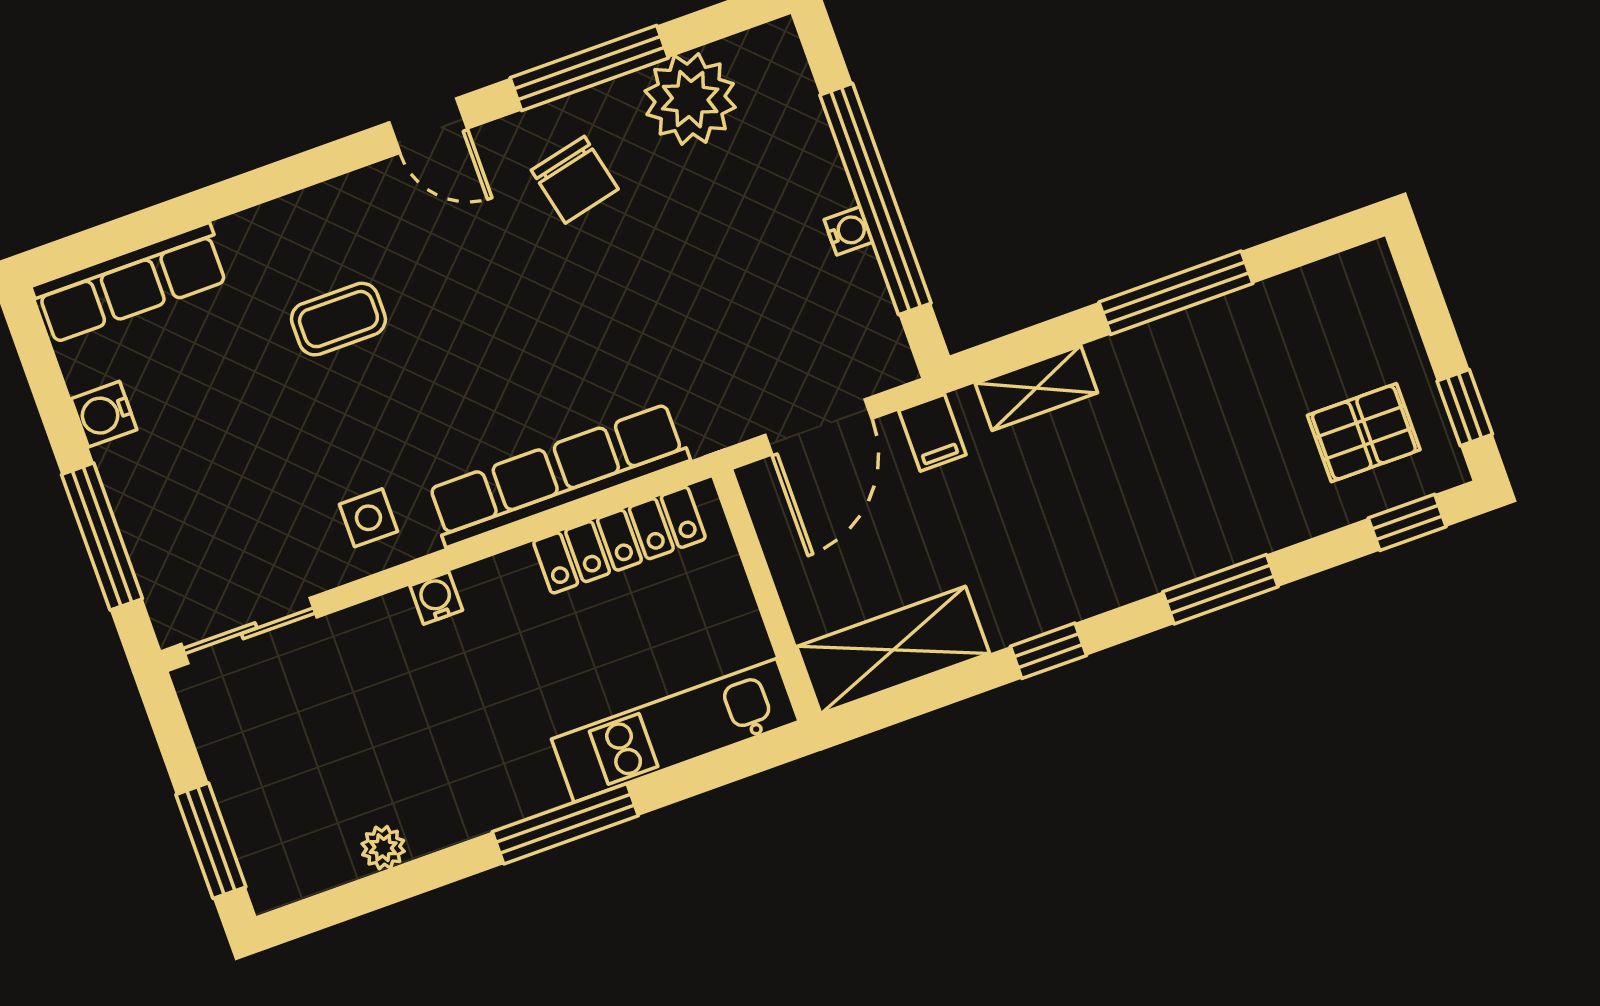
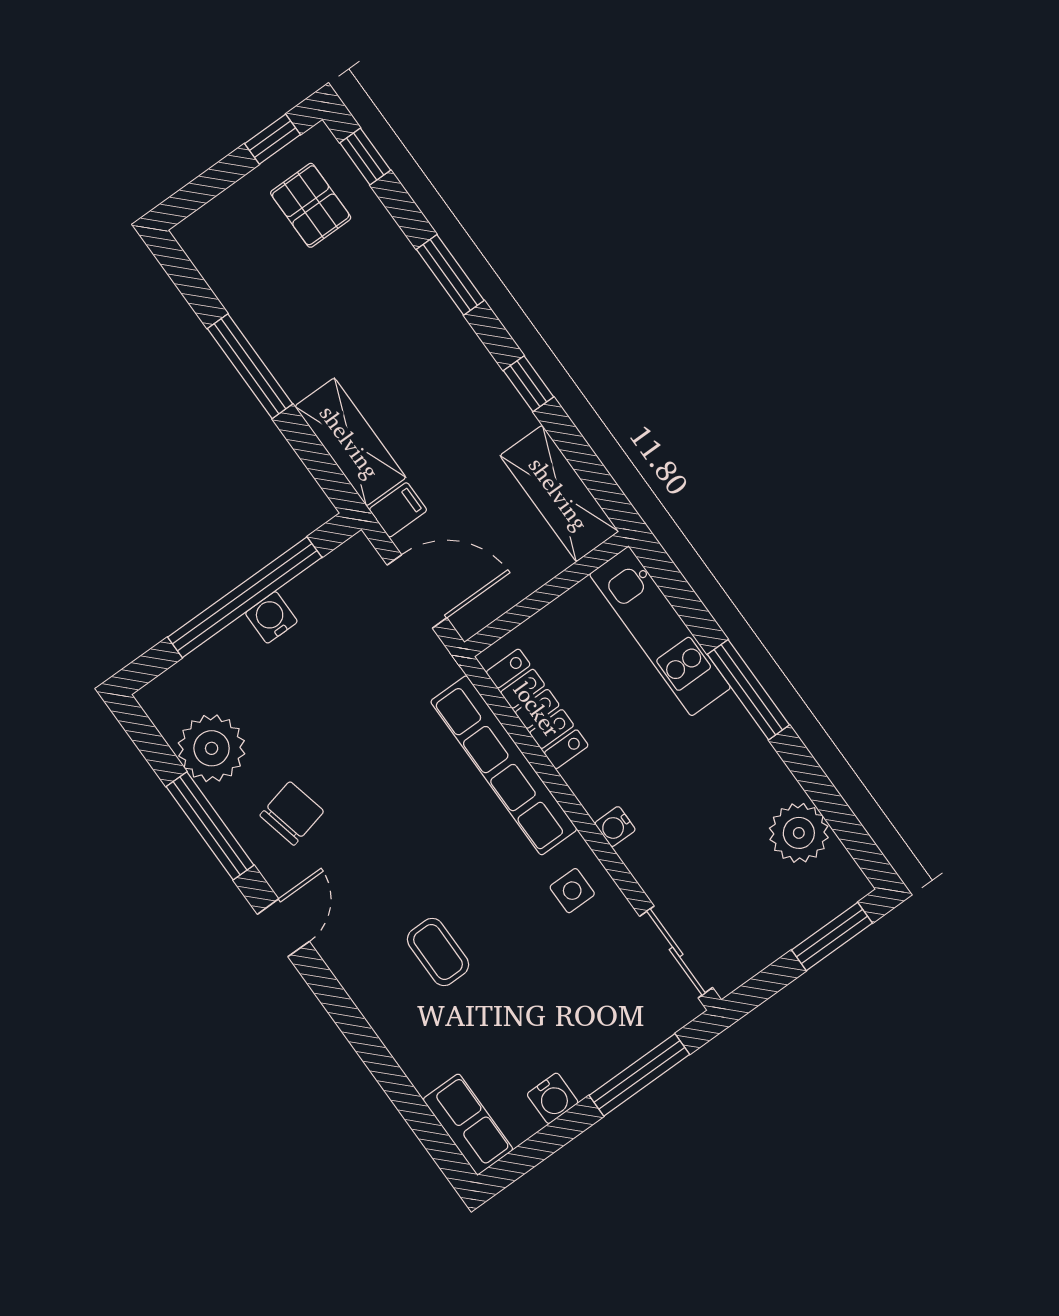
water cooler: (848, 231) -> (271, 617), width x1.38, depth x1.38
row of seats: (130, 283) -> (468, 1124), width x0.68
shelving: (1036, 388) -> (350, 442), width x1.50, depth x1.33
plant: (383, 848) -> (799, 833), width x1.87, depth x1.87

